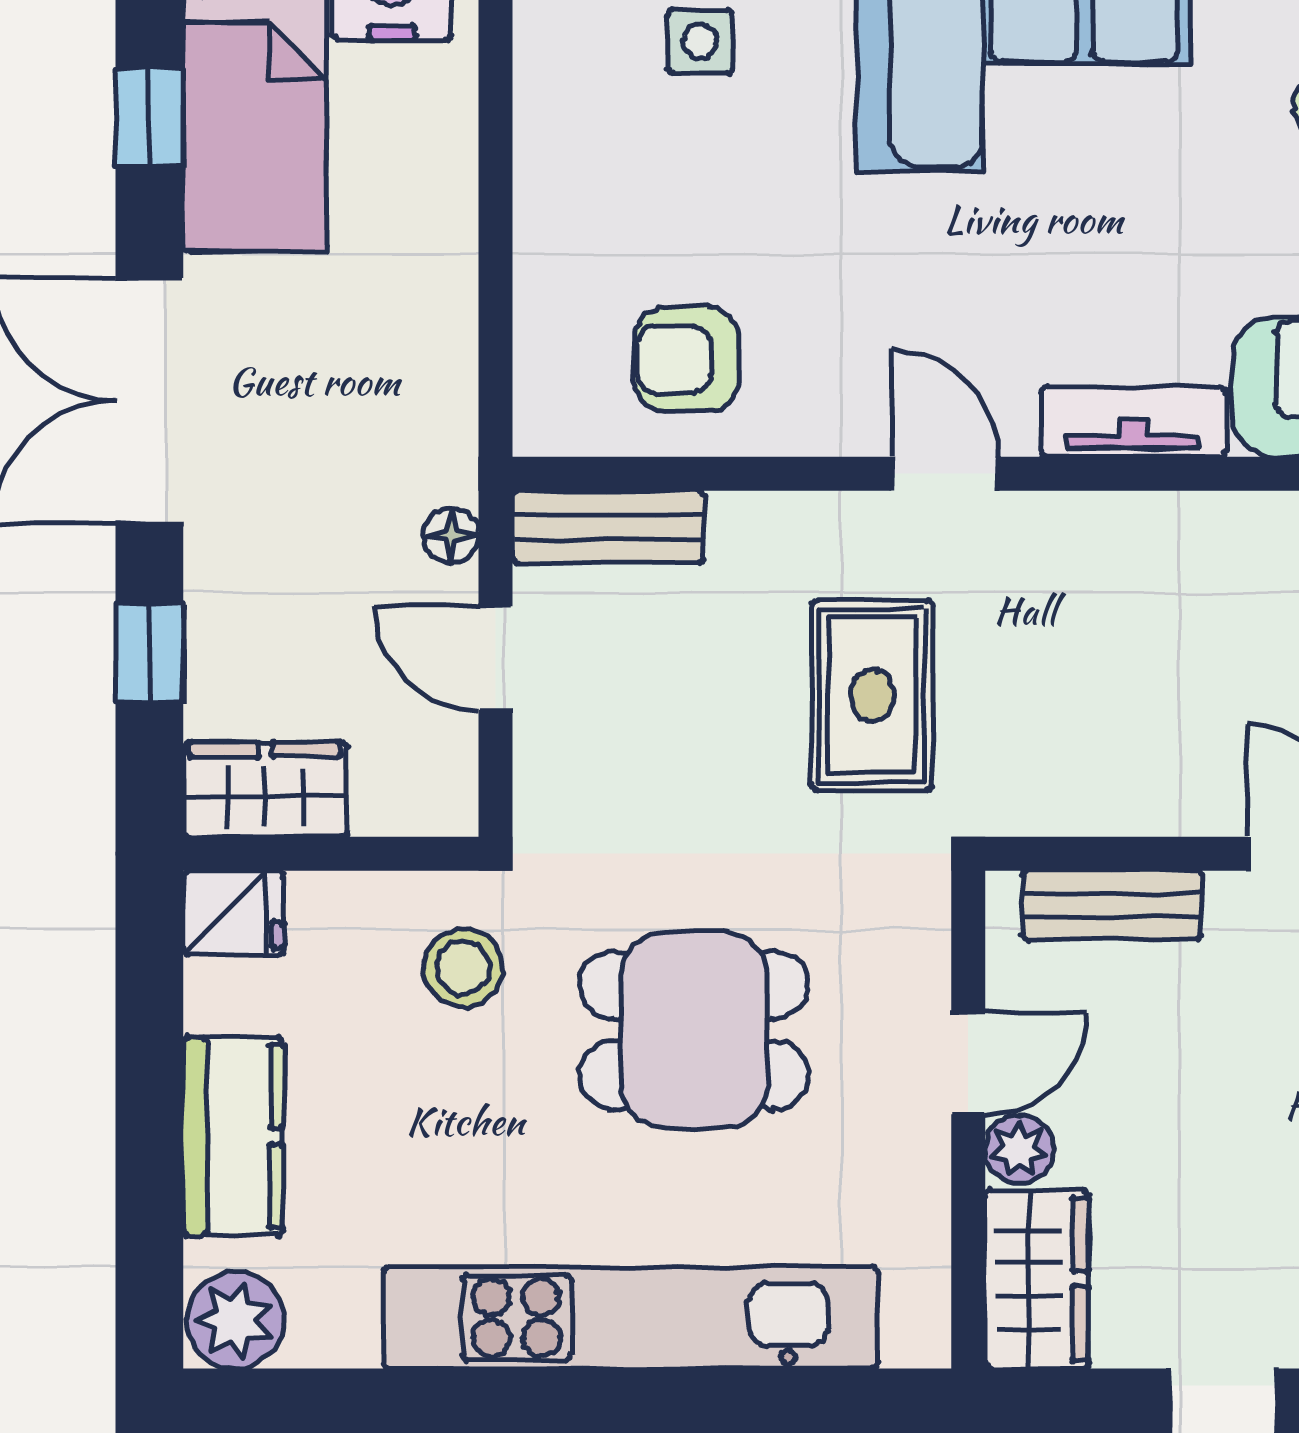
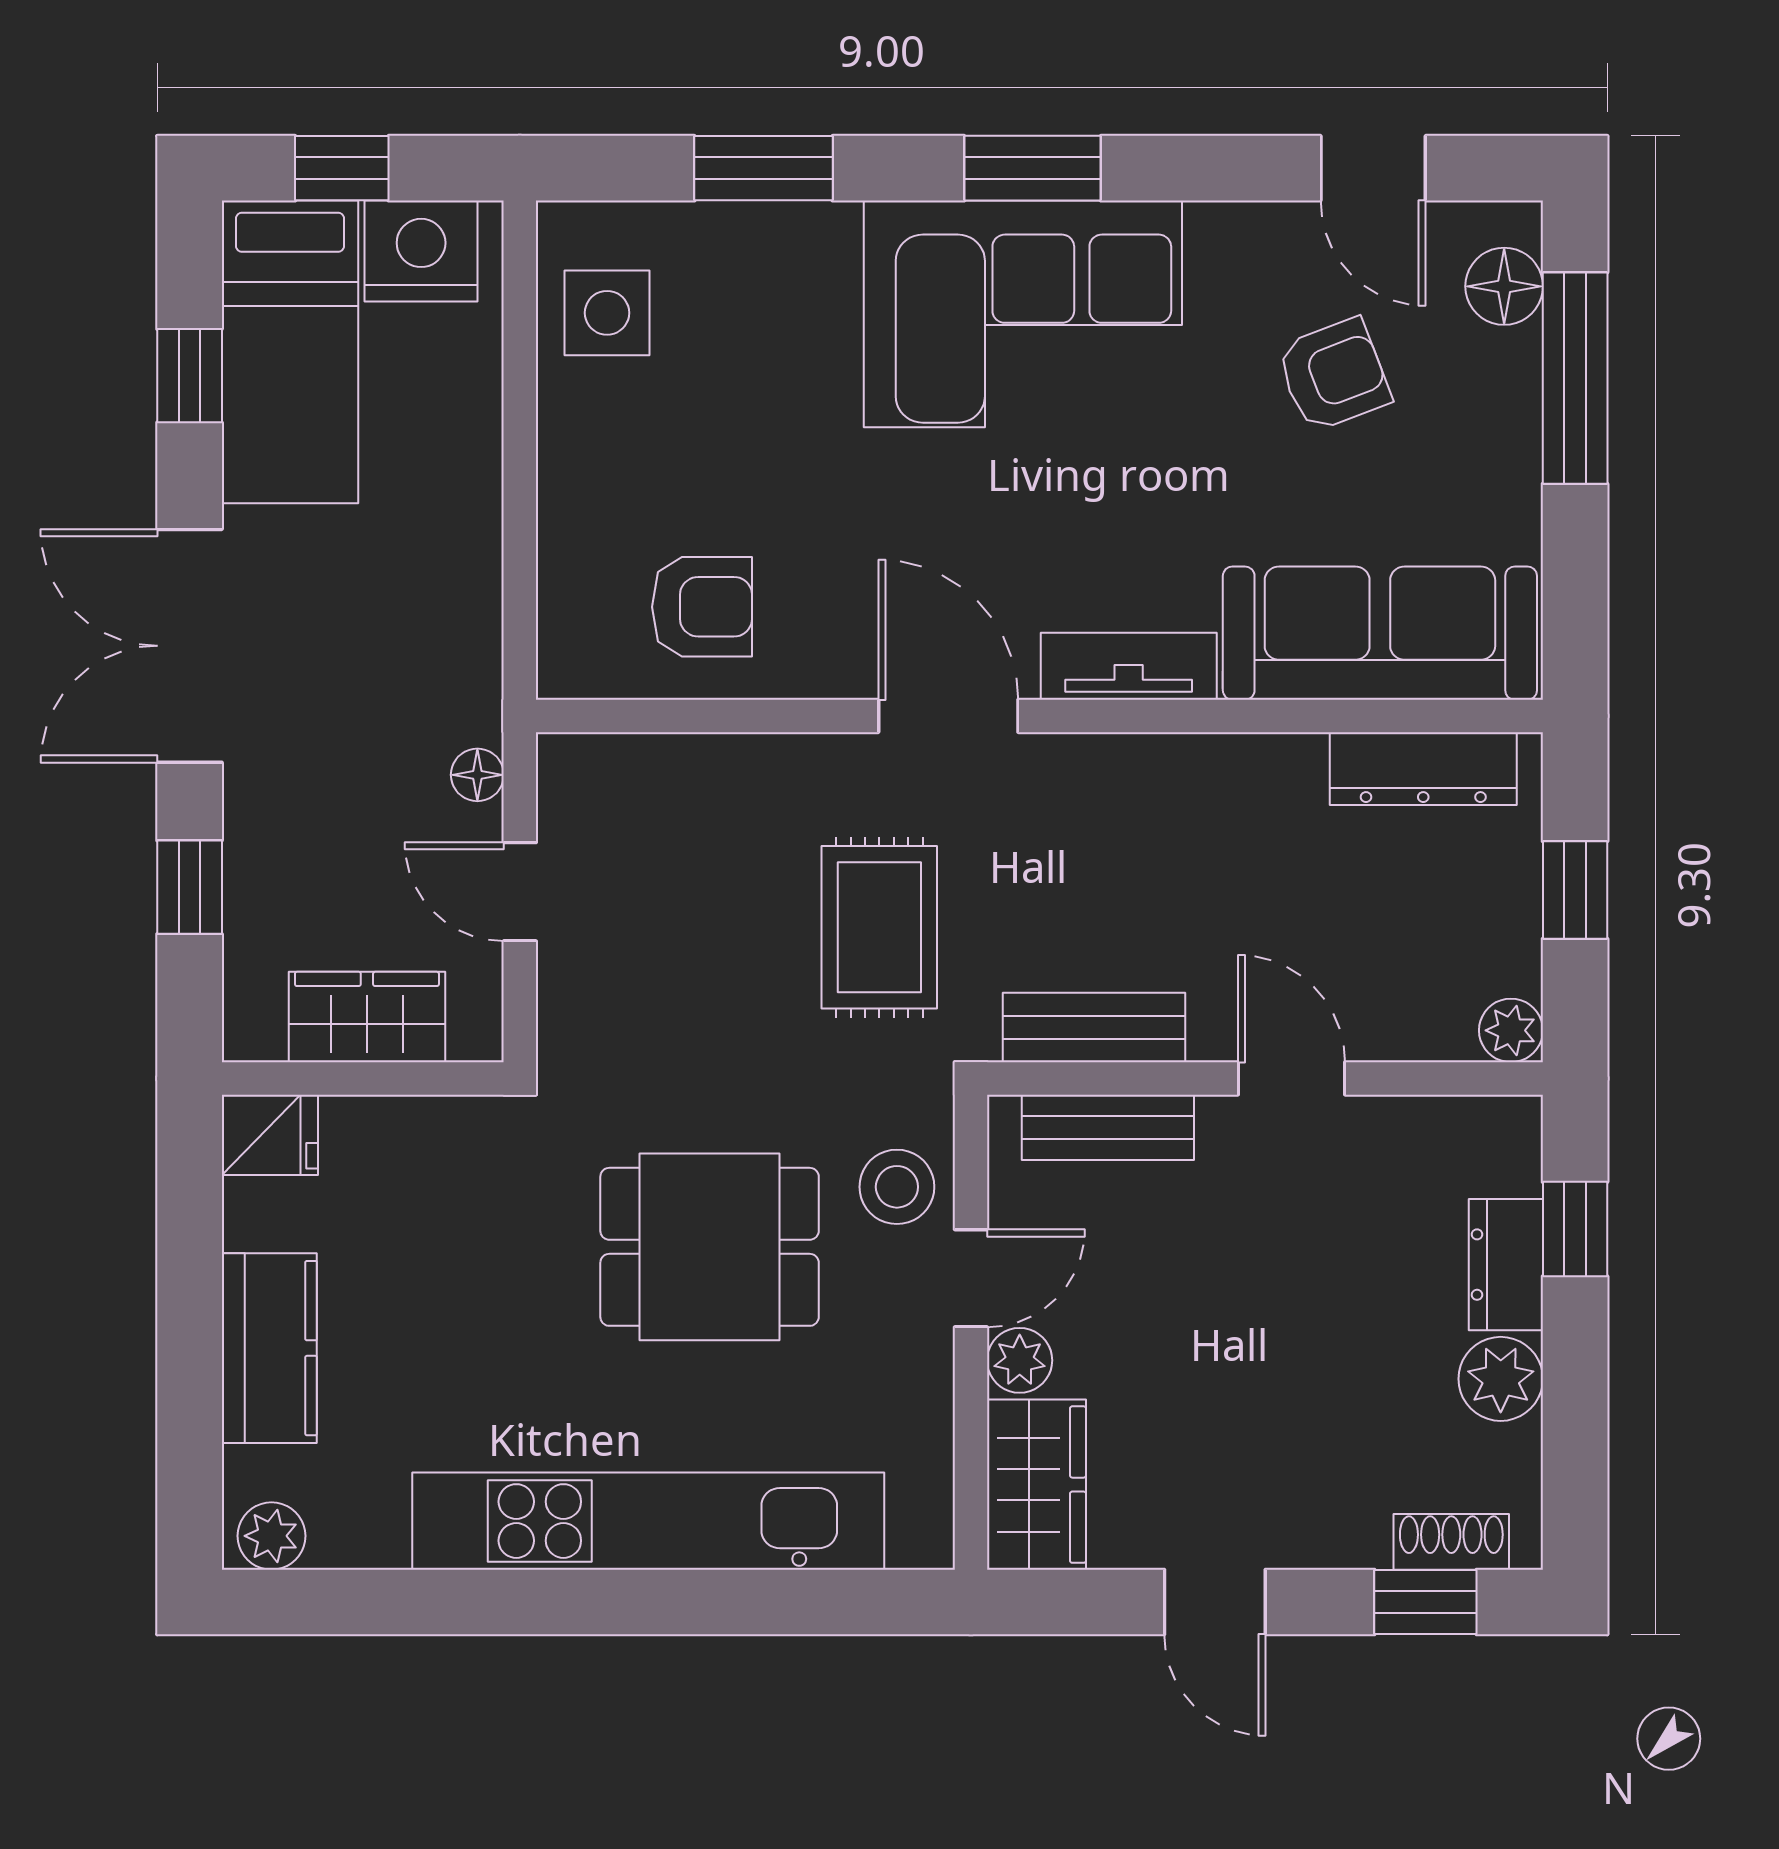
side table: (700, 41) -> (607, 313), moved, width x1.37, depth x1.37
armchair: (686, 359) -> (702, 607), turned 180
door: (945, 474) -> (948, 716), width x1.38
bench: (608, 527) -> (1094, 1028), moved
wardrobe: (265, 789) -> (367, 1017), moved
stool: (463, 968) -> (897, 1187), moved
plant: (235, 1320) -> (271, 1536), width x0.73, depth x0.73

